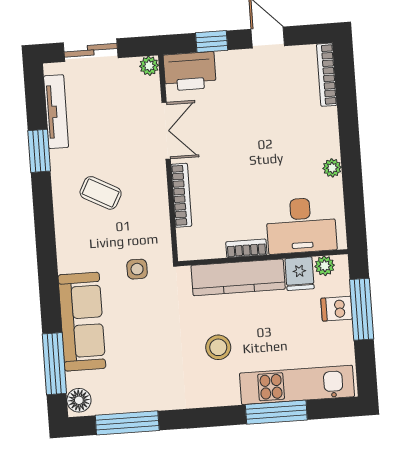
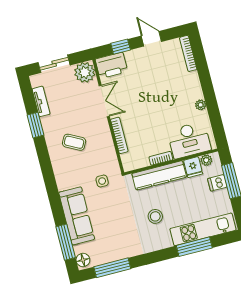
plant: (149, 66) -> (85, 72), width x1.87, depth x1.87
tv unit: (56, 112) -> (41, 101), width x0.71

